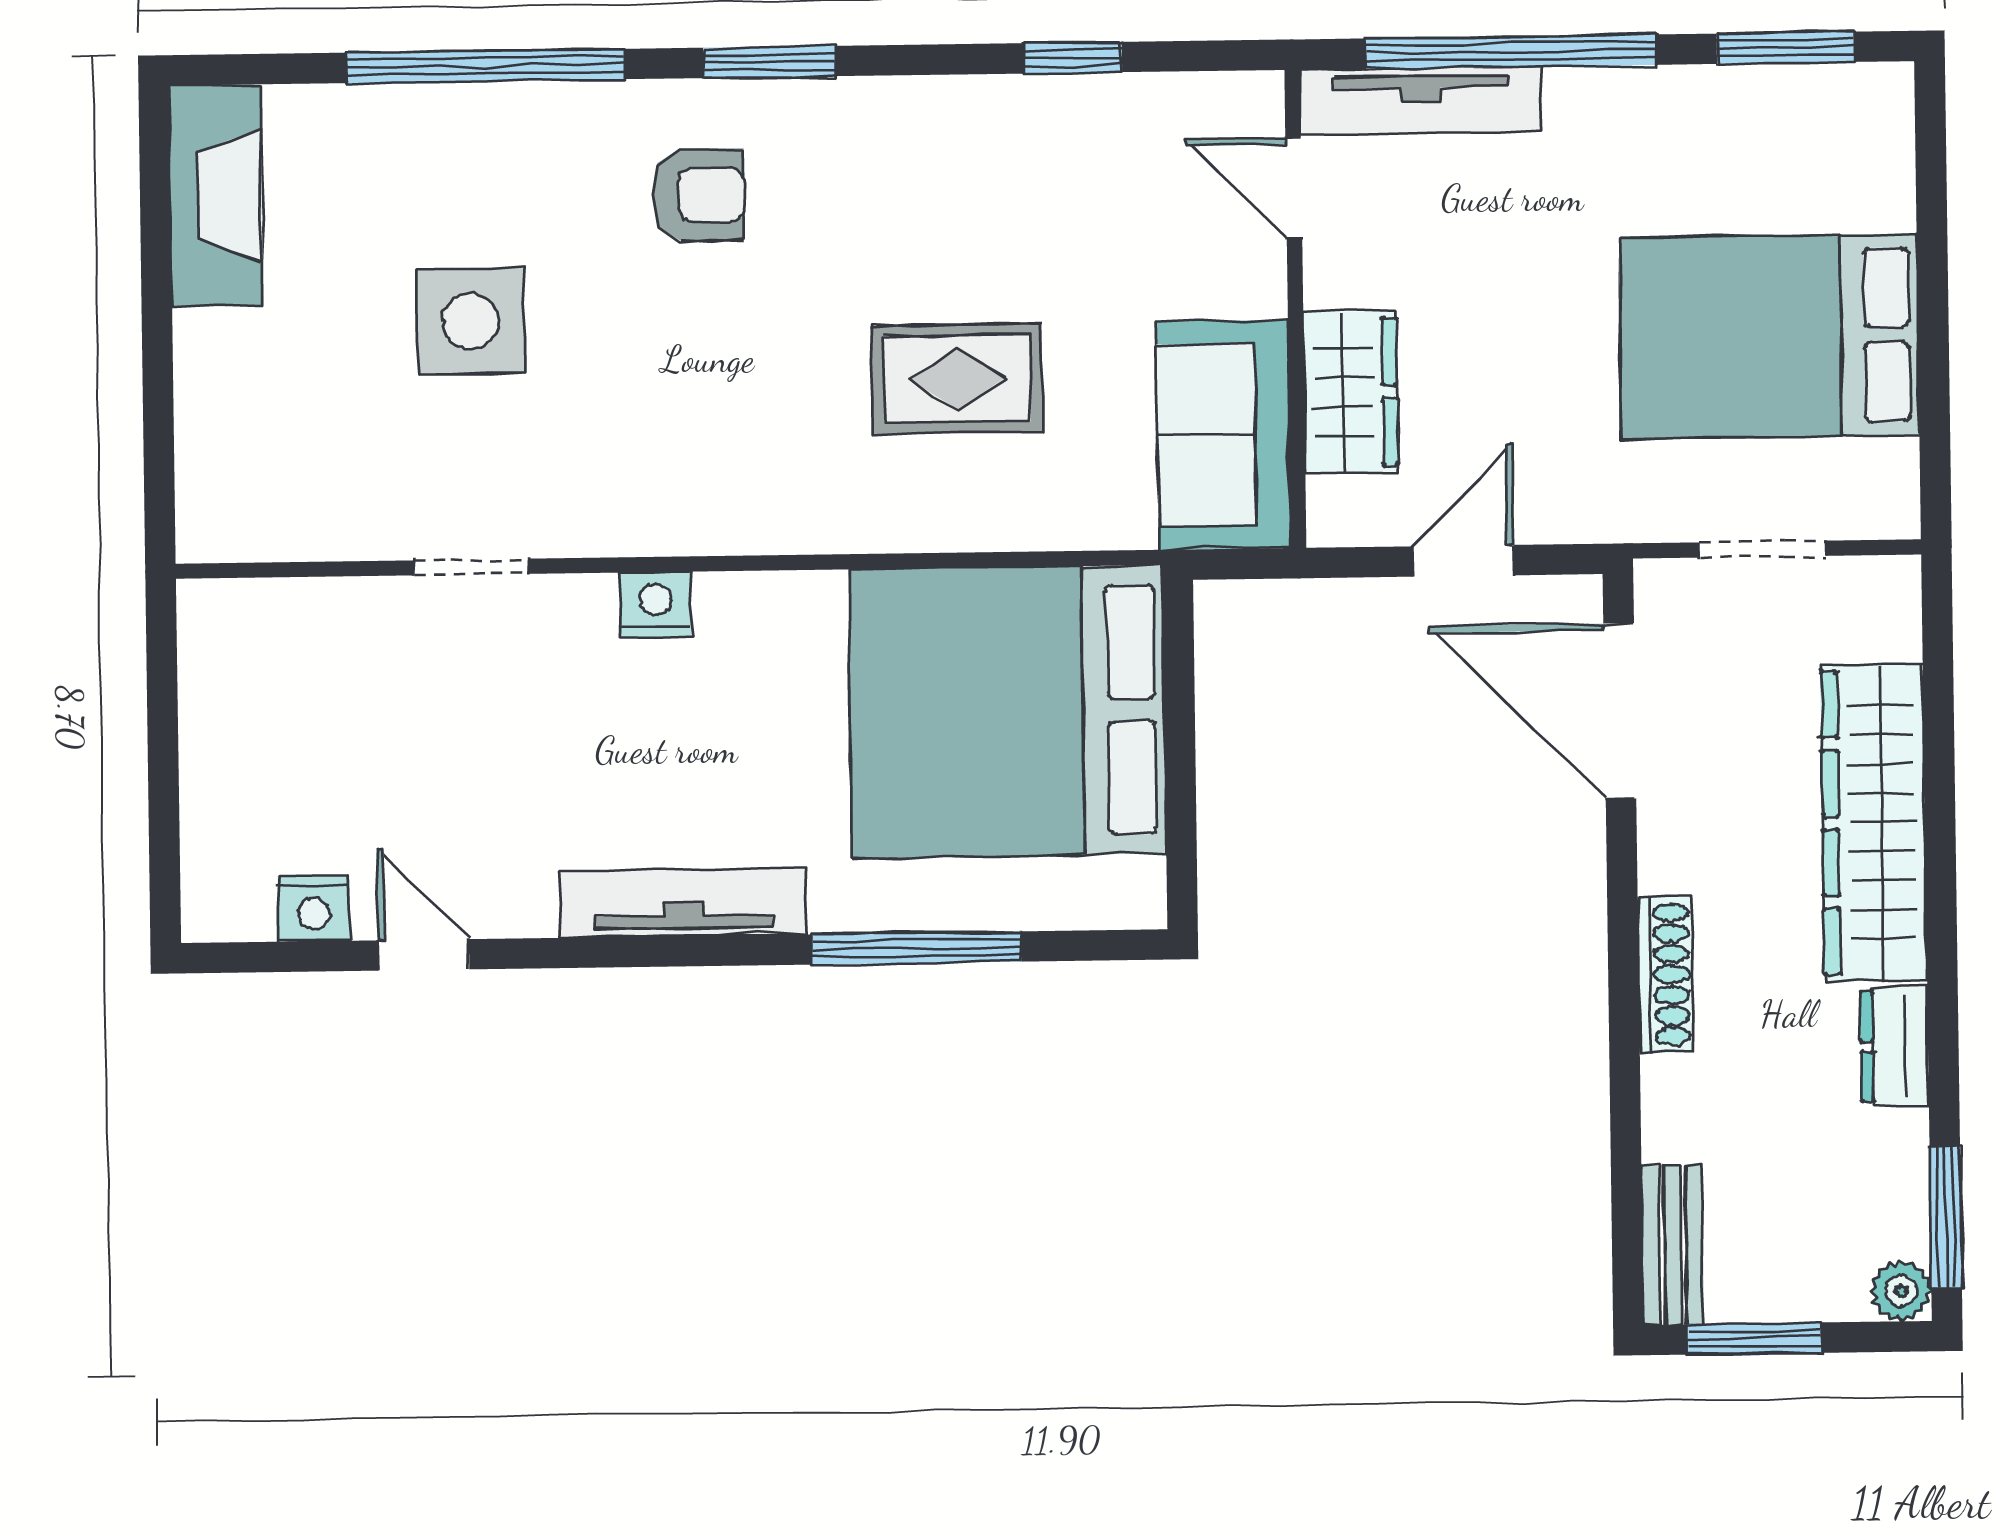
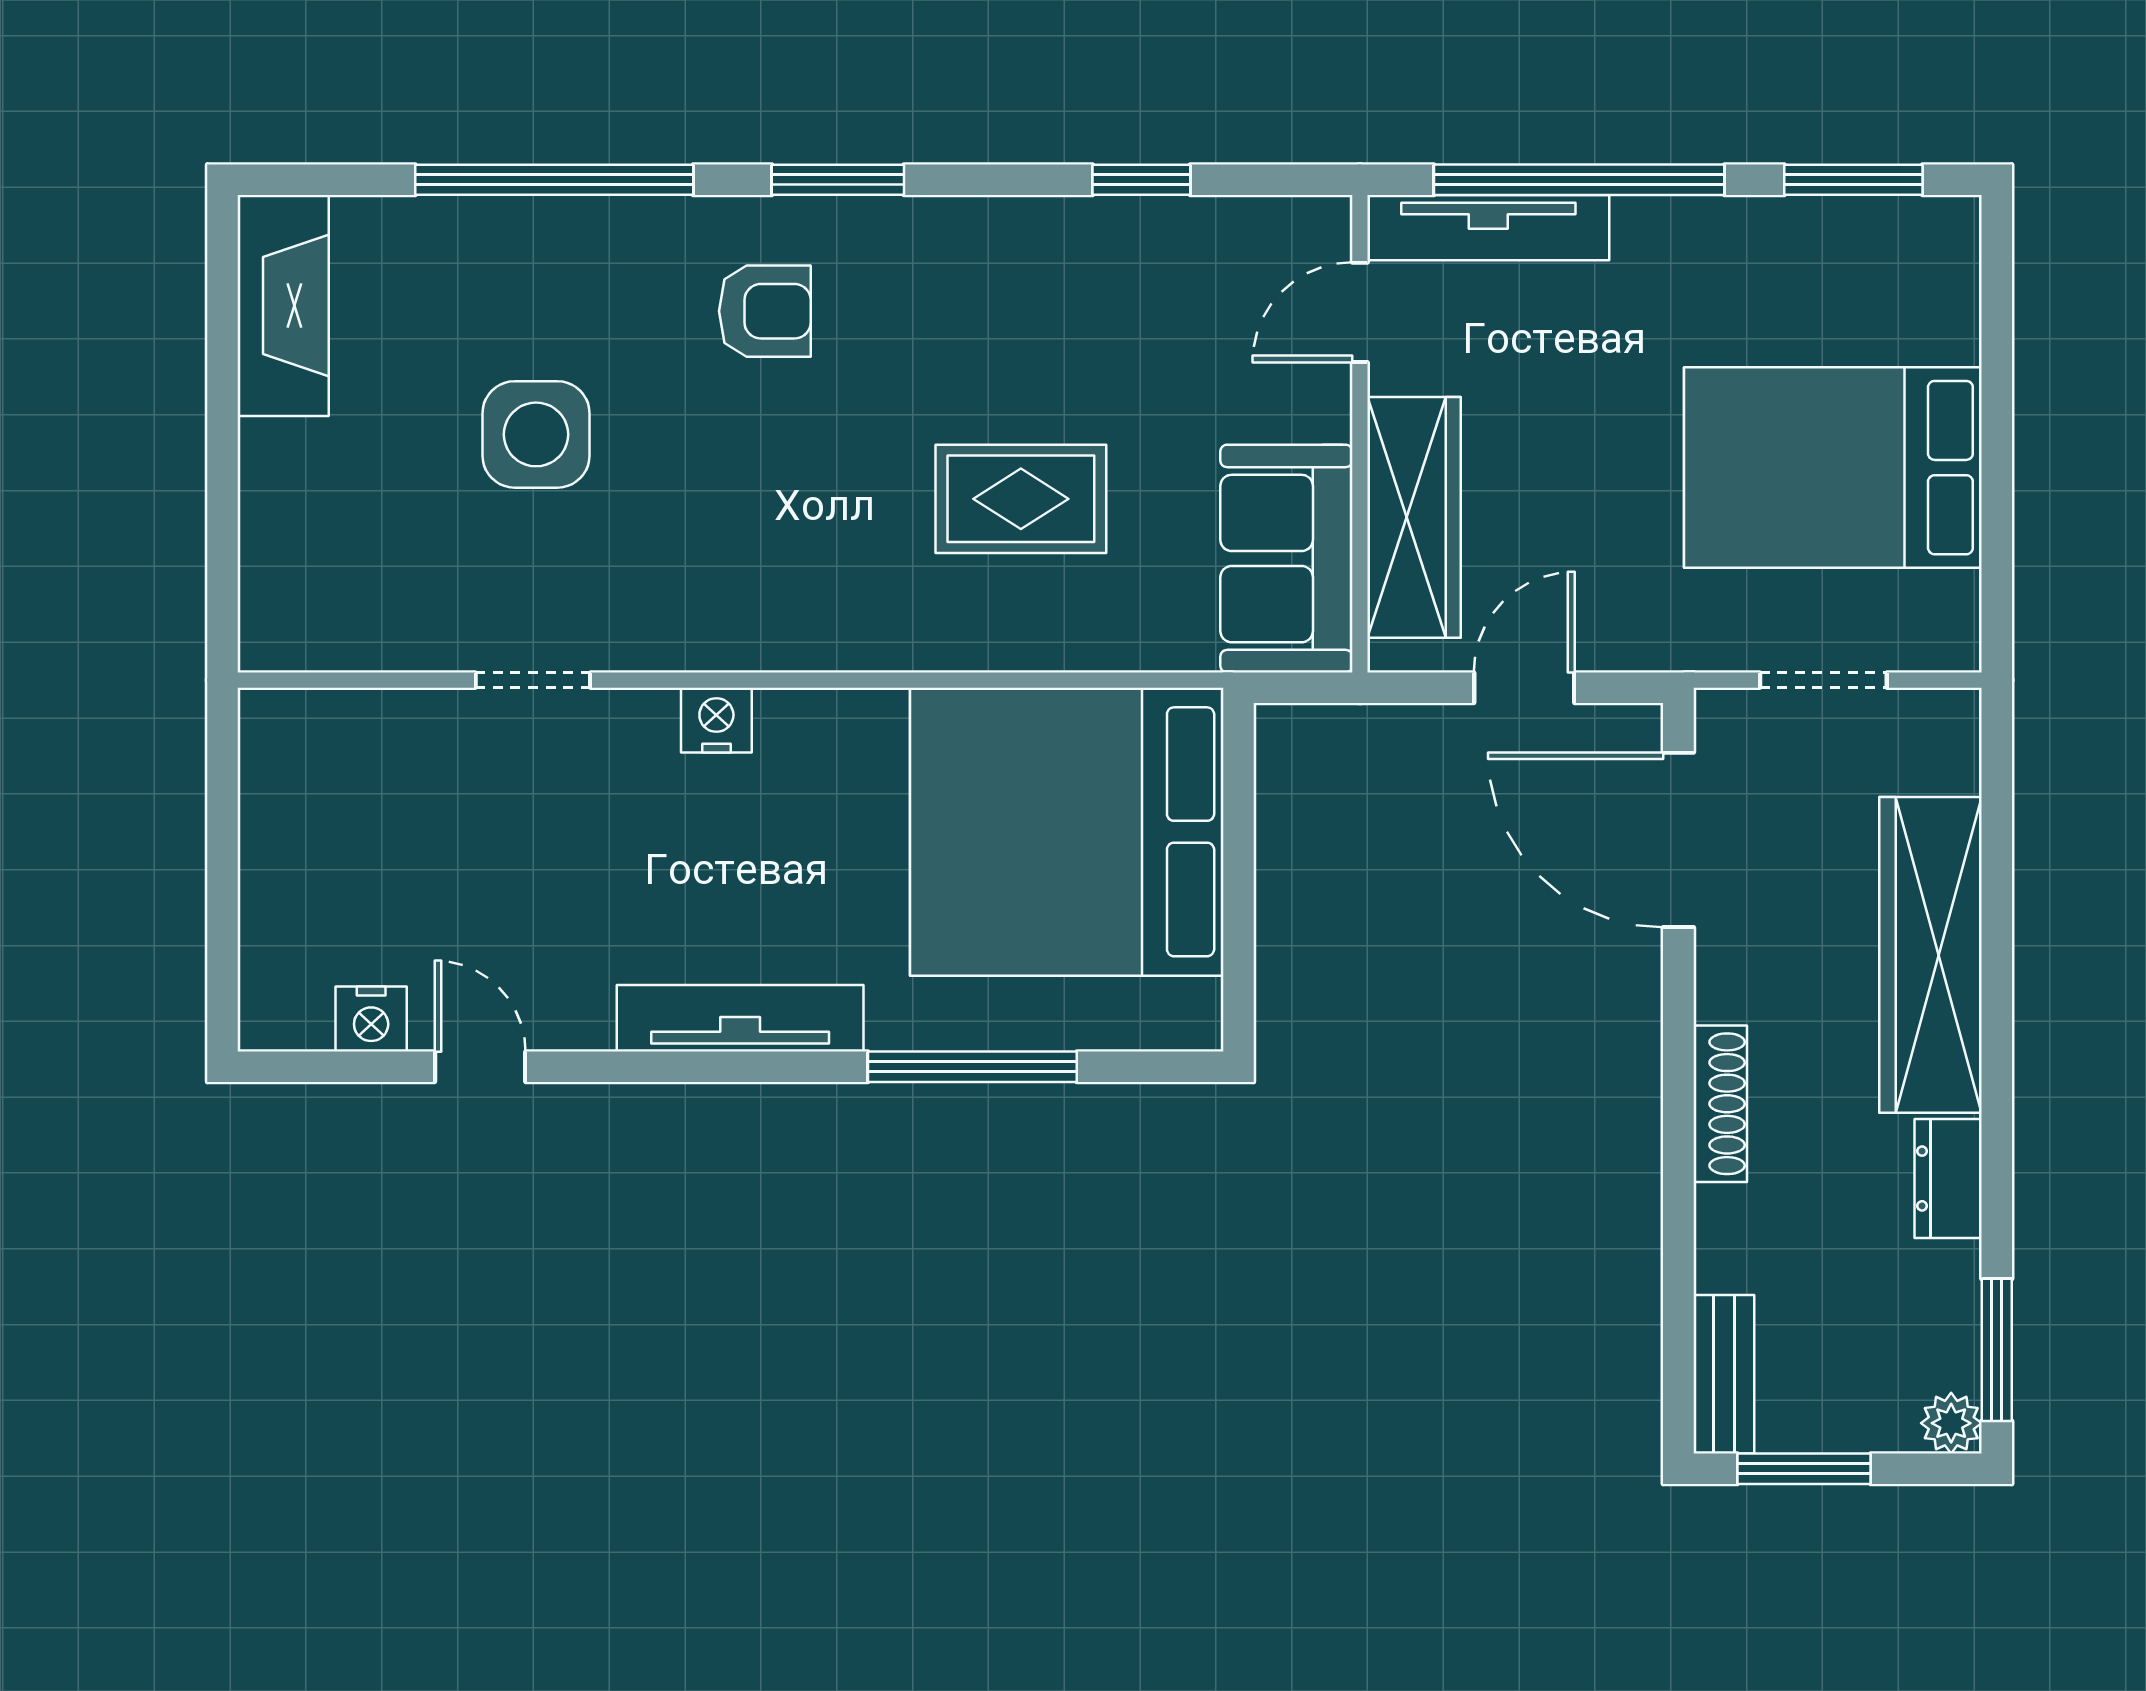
door: (1294, 188) -> (1360, 312), hinge flipped
wardrobe: (1351, 392) -> (1414, 517), width x1.50

